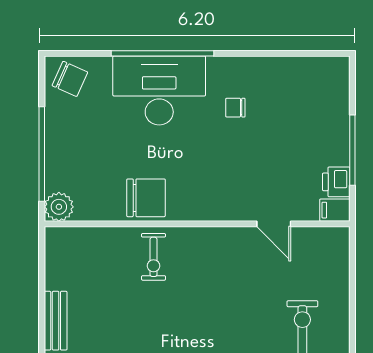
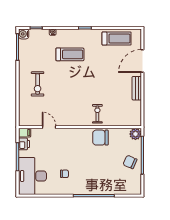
chair: (70, 79) -> (130, 162), moved
desk: (159, 91) -> (32, 176), moved, turned 90

